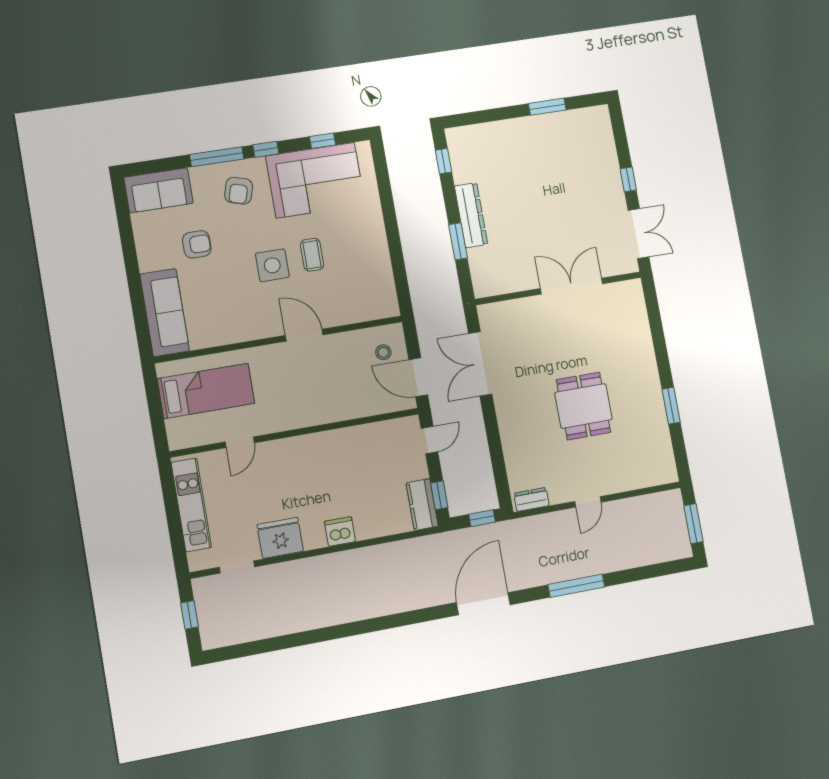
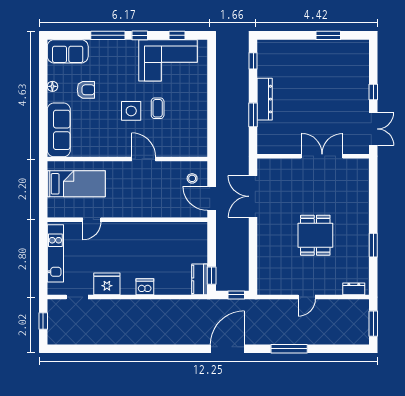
armchair: (239, 191) -> (118, 60), removed
floor lamp: (144, 247) -> (52, 86), added
door: (429, 440) -> (212, 239), removed
dresser: (531, 499) -> (354, 289), moved

